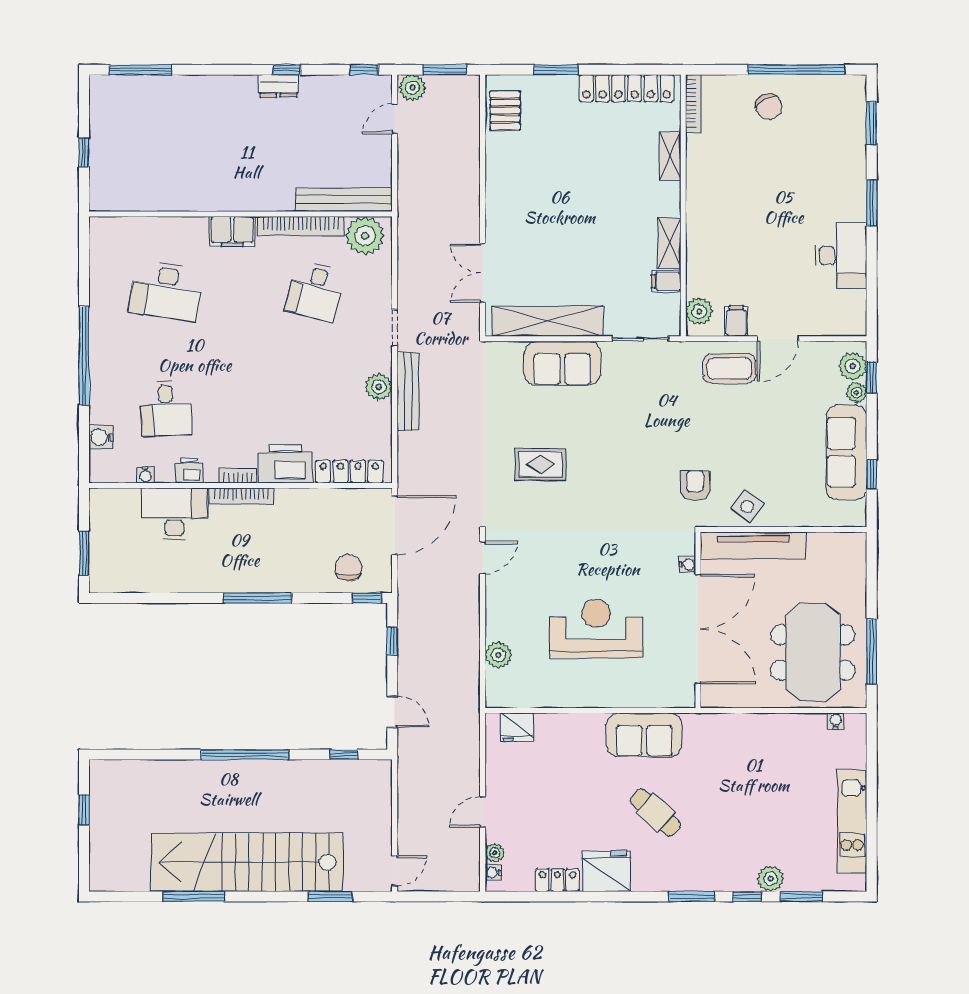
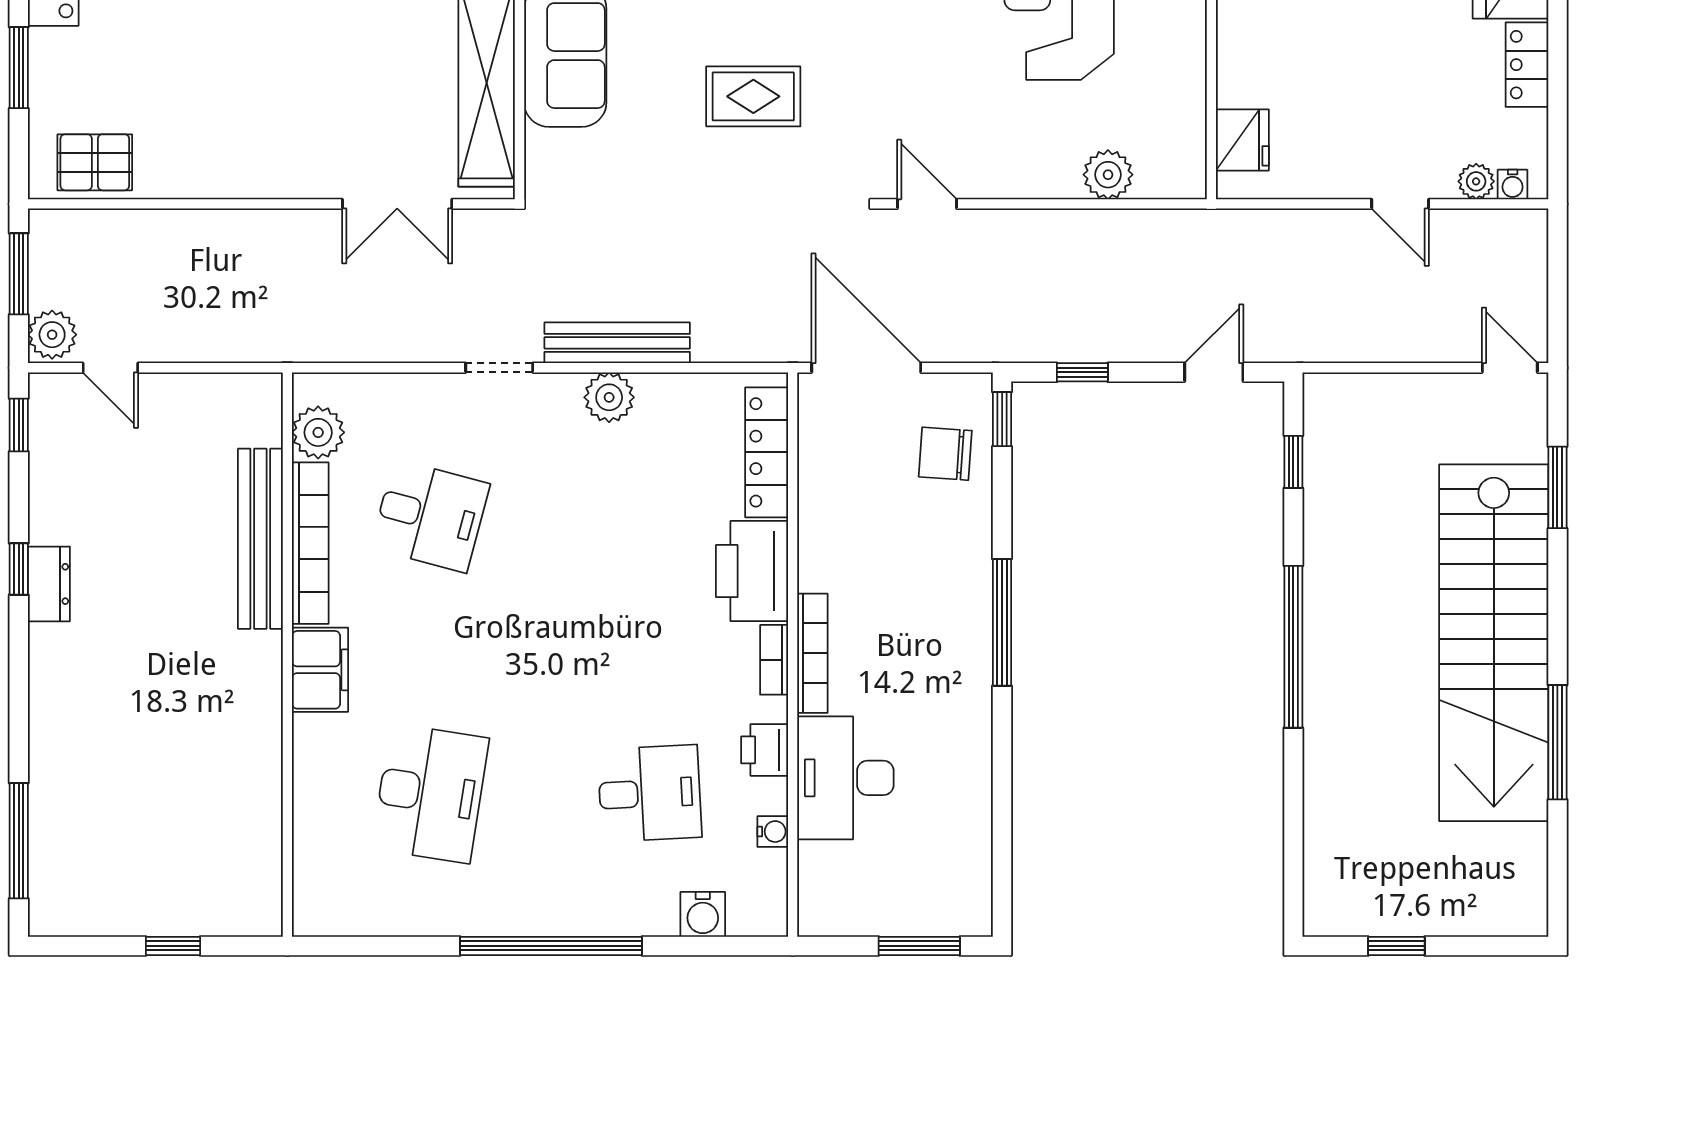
bench: (344, 199) -> (260, 539), moved
plant: (365, 236) -> (318, 432), width x0.73, depth x0.73
rug: (540, 464) -> (753, 96), turned 90

